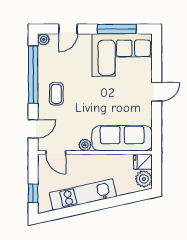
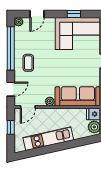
window: (117, 29) -> (74, 14), width x0.46
door: (56, 153) -> (28, 107), hinge flipped
window: (33, 193) -> (11, 127), moved

